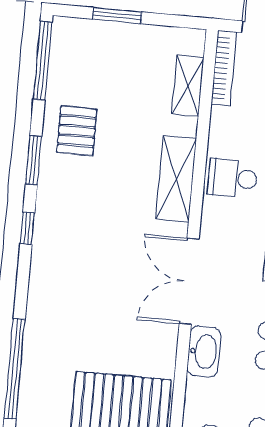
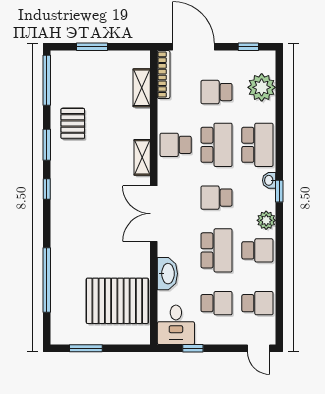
shelving: (176, 179) -> (142, 157), width x0.67, depth x0.75
washbasin: (204, 352) -> (167, 274), moved

